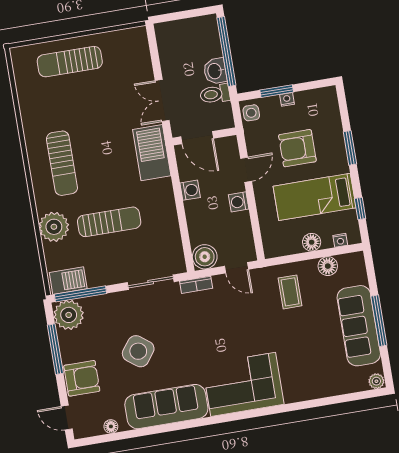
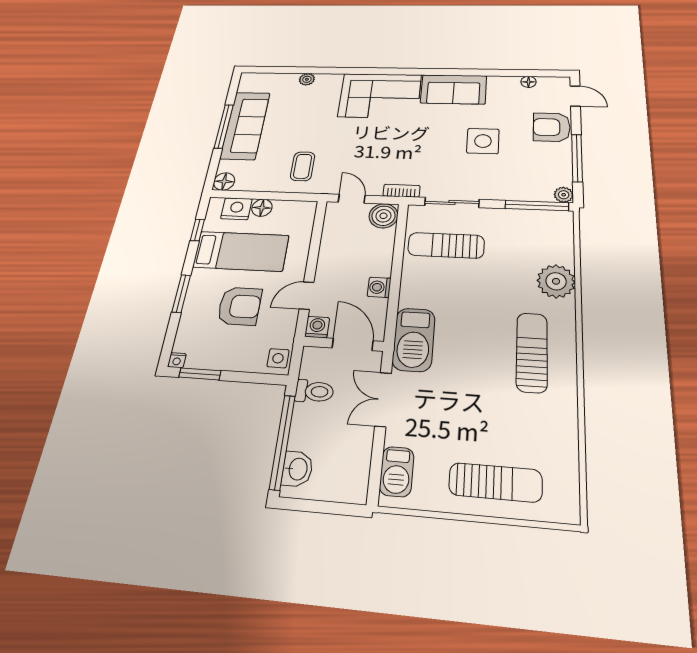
washbasin: (215, 71) -> (297, 469), moved
window: (277, 91) -> (200, 374), moved
nightstand: (287, 99) -> (177, 360), moved
double door: (162, 101) -> (383, 399), swing flipped
washing machine: (239, 202) -> (317, 327), moved, turned -90
sun lounger: (109, 222) -> (446, 245), moved
nightstand: (340, 240) -> (236, 209), width x1.89, depth x1.79
floor lamp: (328, 266) -> (224, 181), moved
barbecue: (68, 281) -> (397, 472), moved, turned -90
plant: (69, 315) -> (564, 195), width x0.53, depth x0.53
side table: (138, 351) -> (483, 141), turned -37
plant: (376, 381) -> (307, 79), moved
sofa: (166, 407) -> (454, 89), width x0.73

